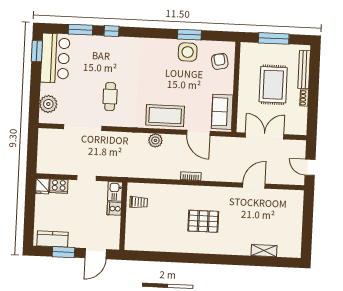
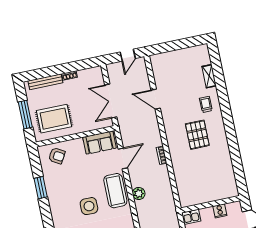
side table: (188, 52) -> (89, 206), moved
armchair: (220, 61) -> (57, 156), turned -138
rug: (273, 85) -> (54, 119), moved
trolley: (139, 202) -> (206, 104), moved
cooker: (114, 209) -> (220, 211), moved

